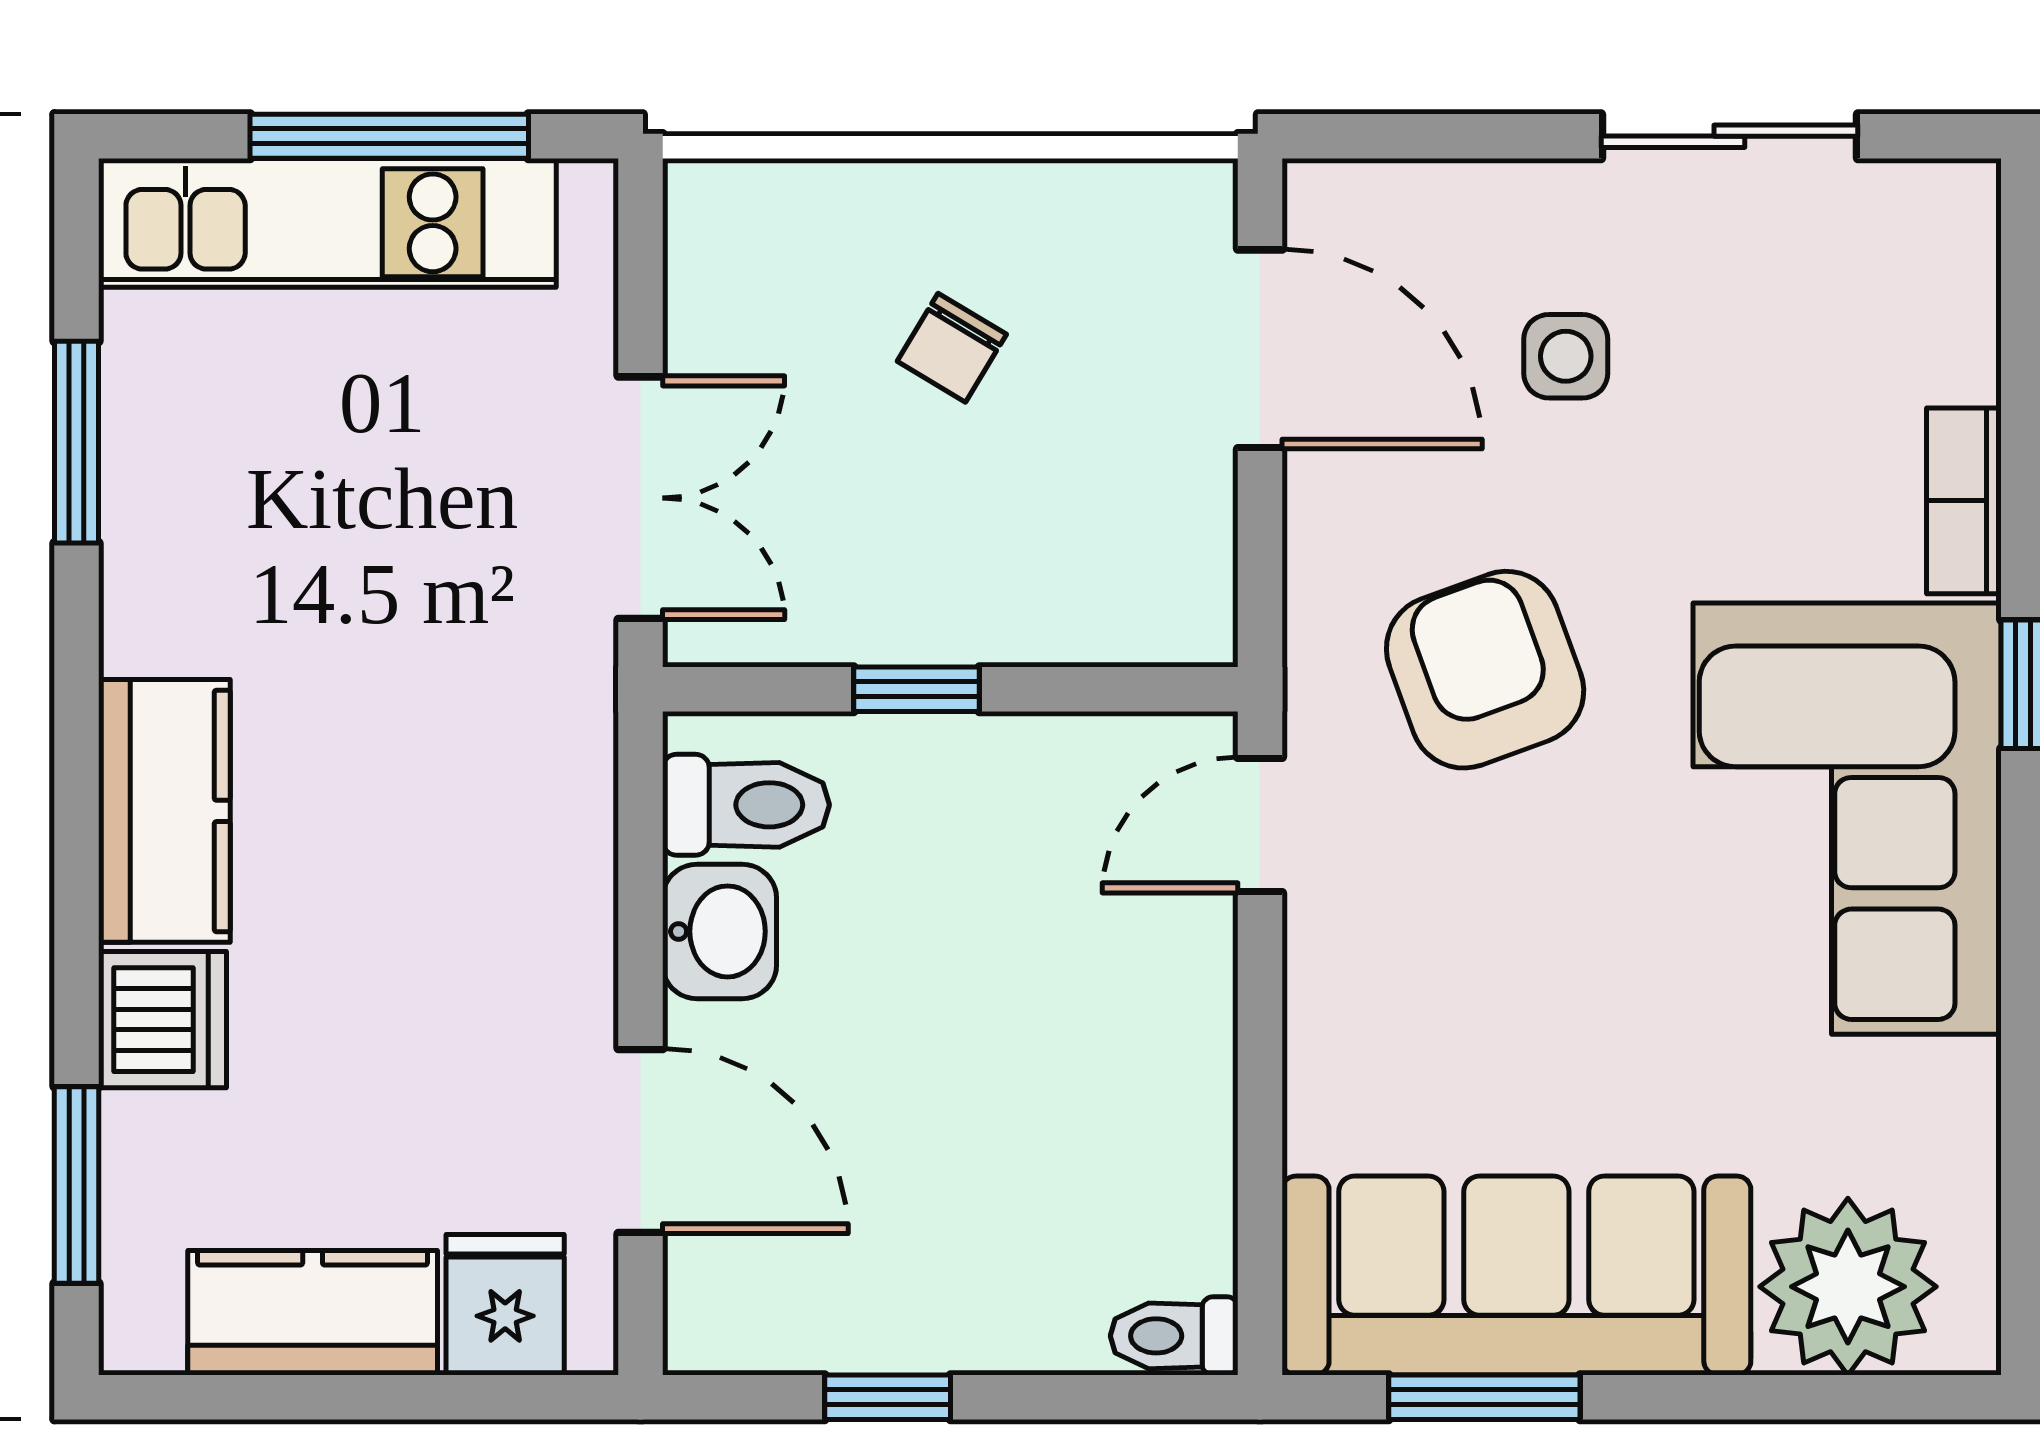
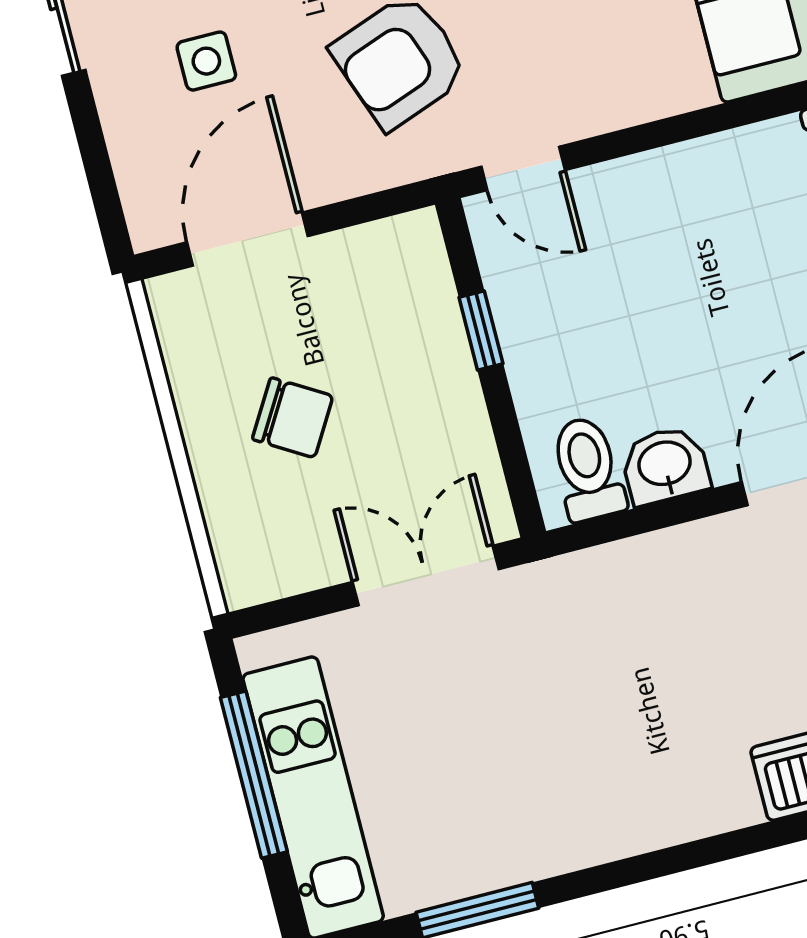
chair: (952, 348) -> (293, 418), width x1.37, depth x1.37
window: (917, 689) -> (481, 330), moved
kitchen counter: (164, 811) -> (678, 805), removed

